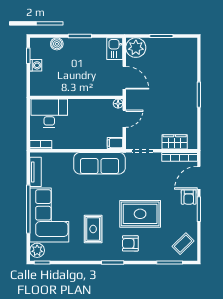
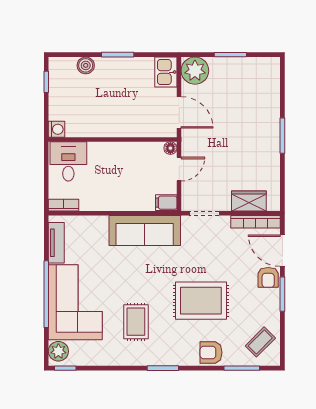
washing machine: (36, 65) -> (57, 129), moved
desk: (49, 113) -> (68, 161), width x0.73
door: (199, 178) -> (282, 251), hinge flipped
armchair: (130, 243) -> (211, 352), moved

